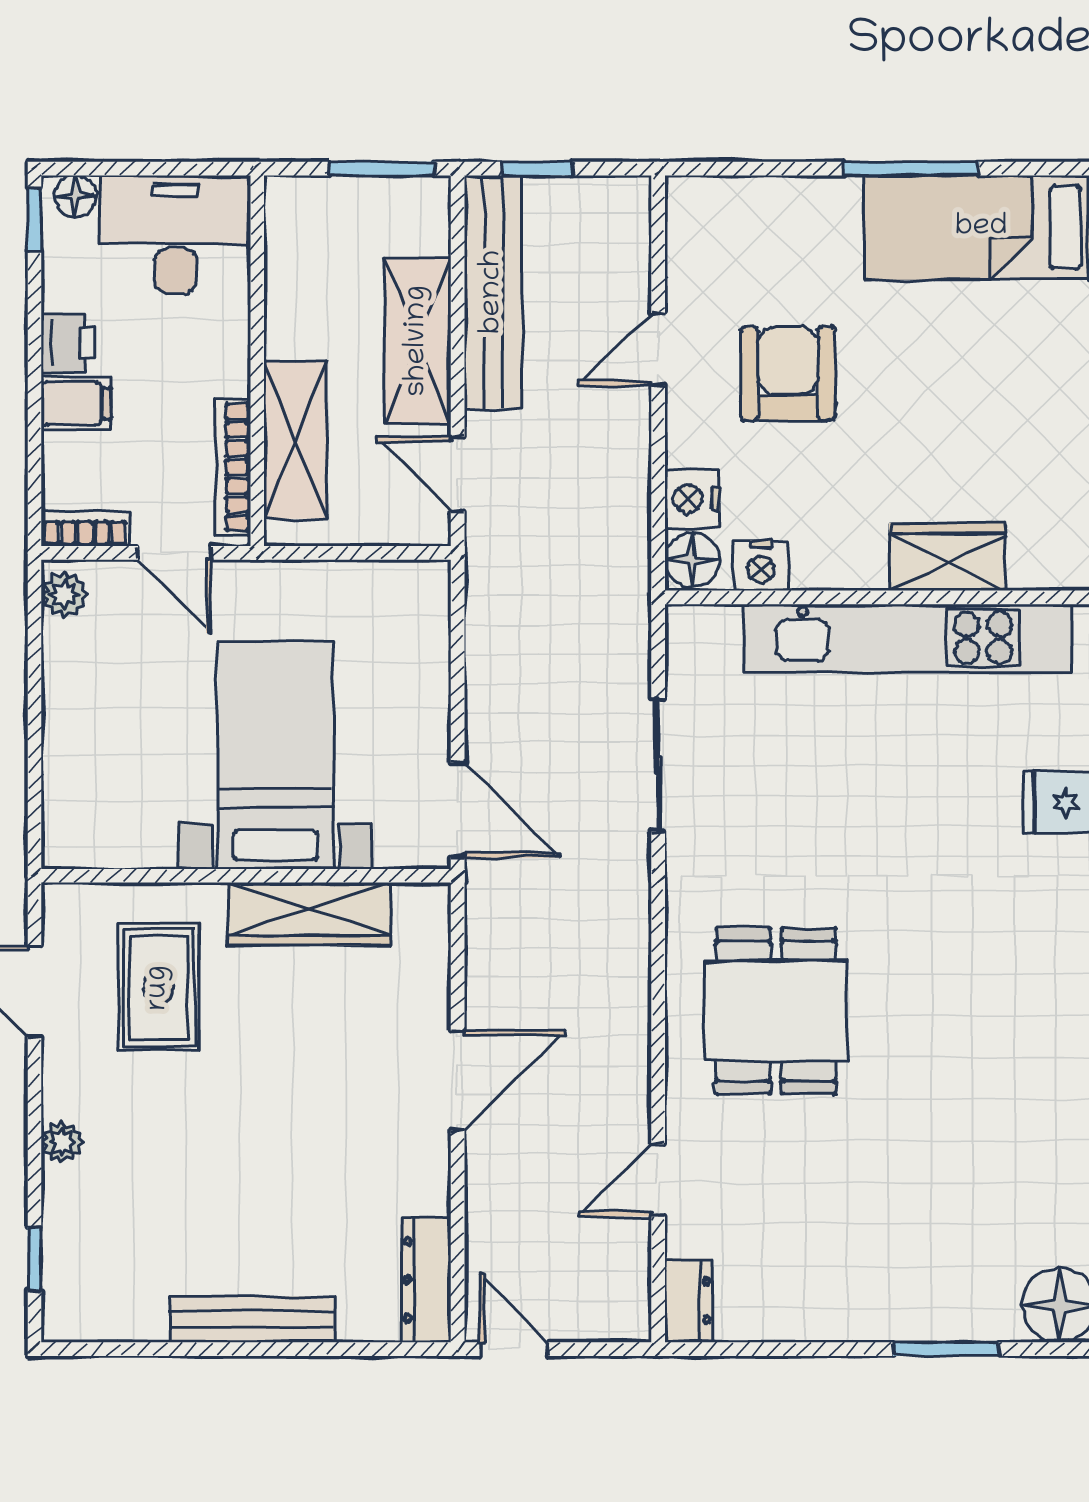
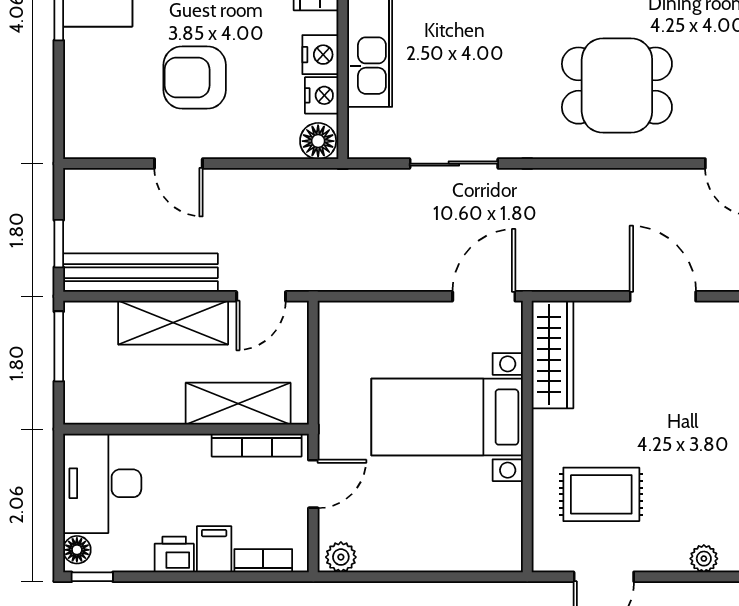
nightstand: (692, 499) -> (320, 55), moved, turned -90
bookcase: (85, 529) -> (263, 561), moved, turned 90
wardrobe: (309, 914) -> (552, 355), moved

